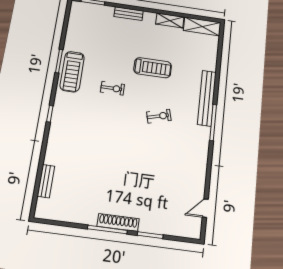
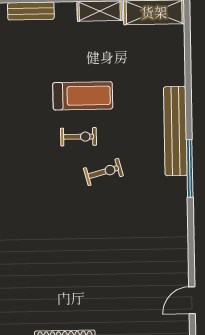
exercise bike: (112, 88) -> (79, 137), moved

